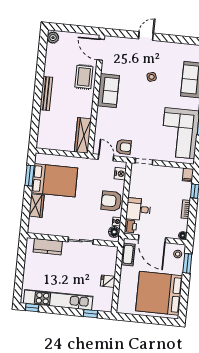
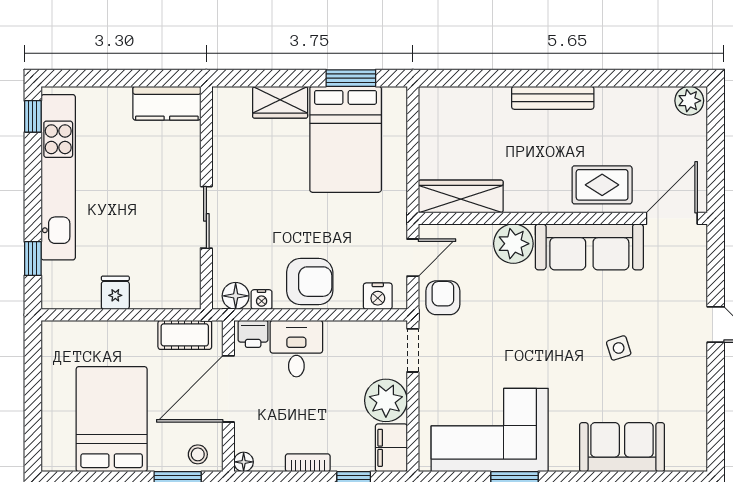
sofa: (108, 91) -> (589, 247), width x1.36
plant: (104, 116) -> (513, 244), added
armchair: (124, 147) -> (443, 298), turned 180
plant: (163, 175) -> (386, 400), added
filing cabinet: (188, 175) -> (391, 448), width x2.00
armchair: (111, 201) -> (310, 282), turned 90
kitchen counter: (48, 247) -> (167, 103), moved, turned -90
bed: (159, 293) -> (112, 419), width x0.73

